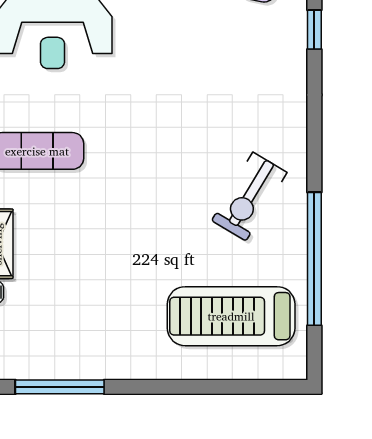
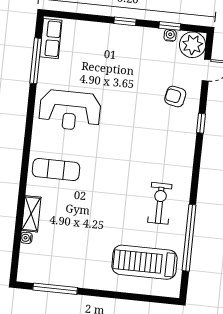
exercise bike: (249, 196) -> (160, 203), turned 149

